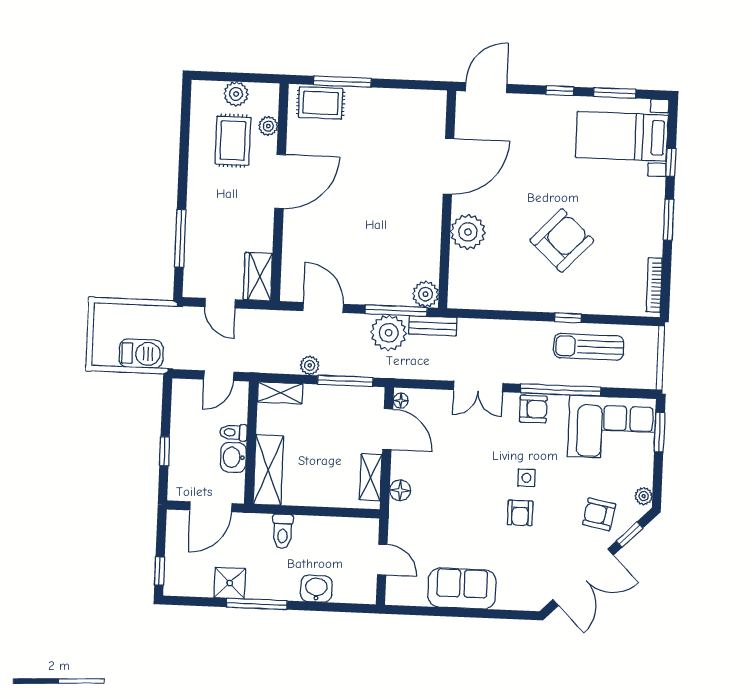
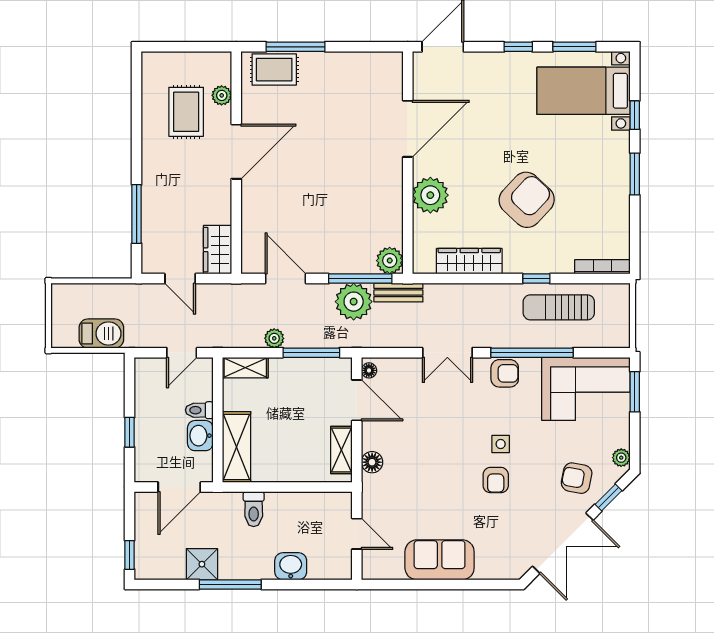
plant: (236, 94) -> (187, 64), removed
bookcase: (654, 285) -> (602, 267), moved, turned 90
wardrobe: (503, 298) -> (469, 261), added

